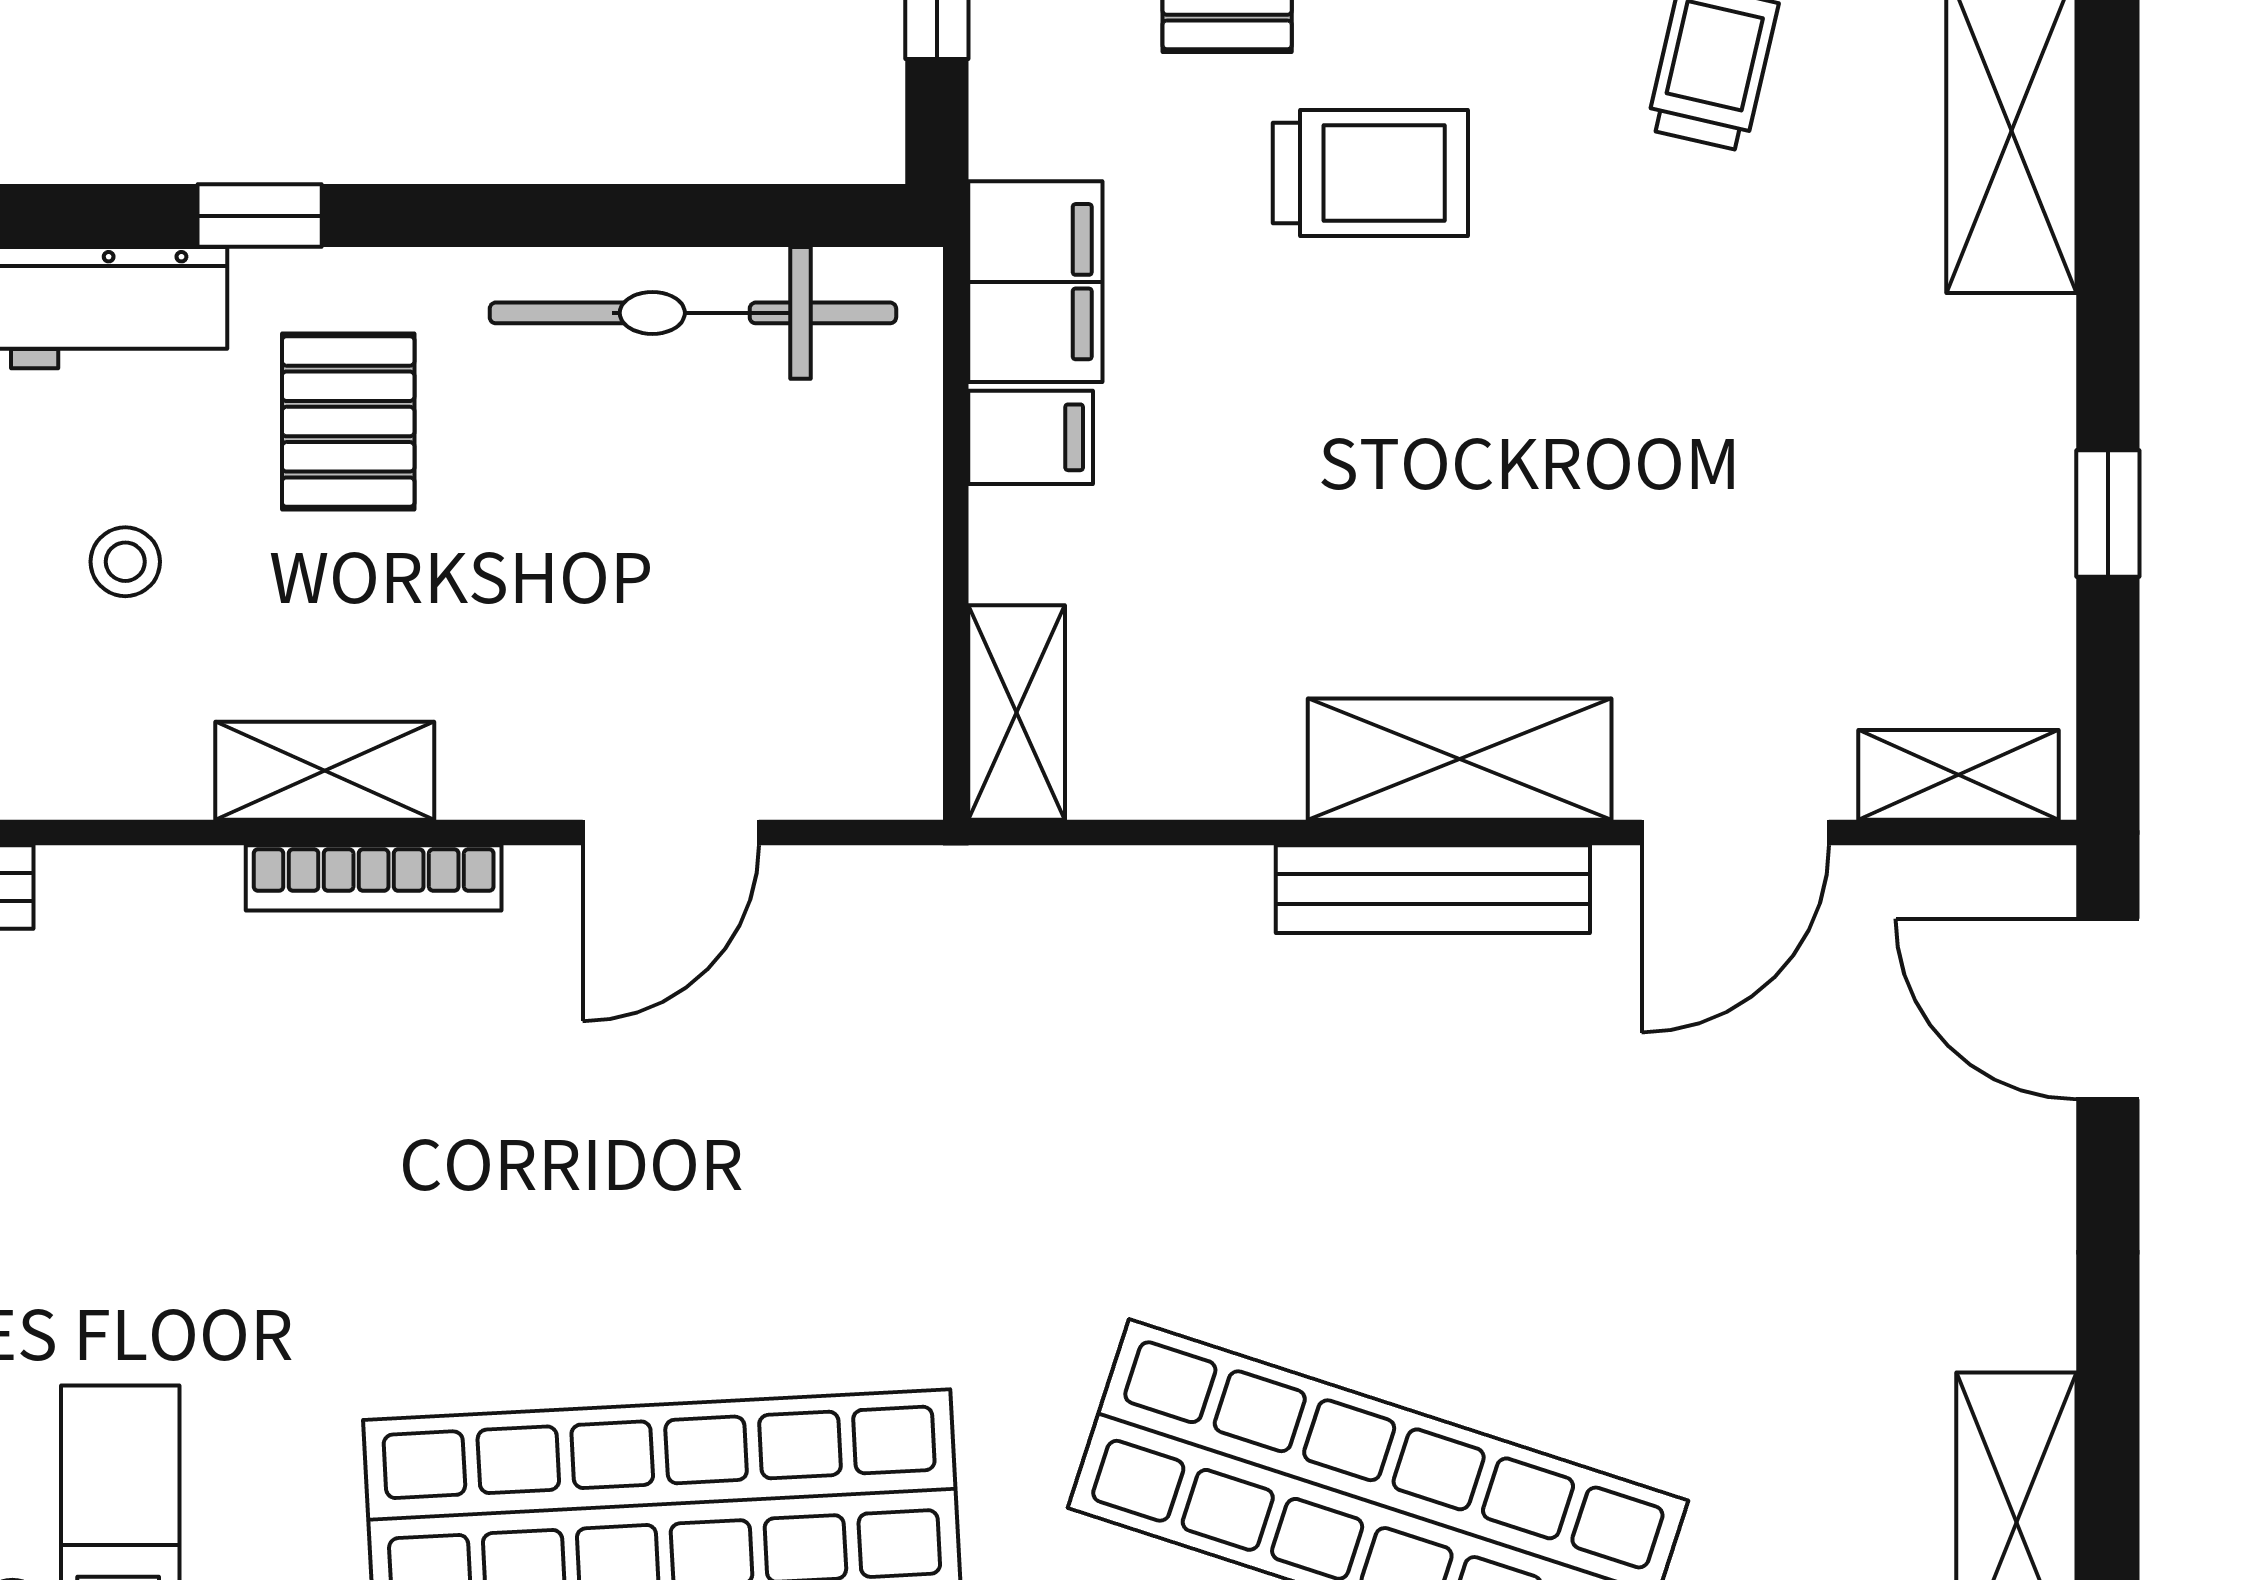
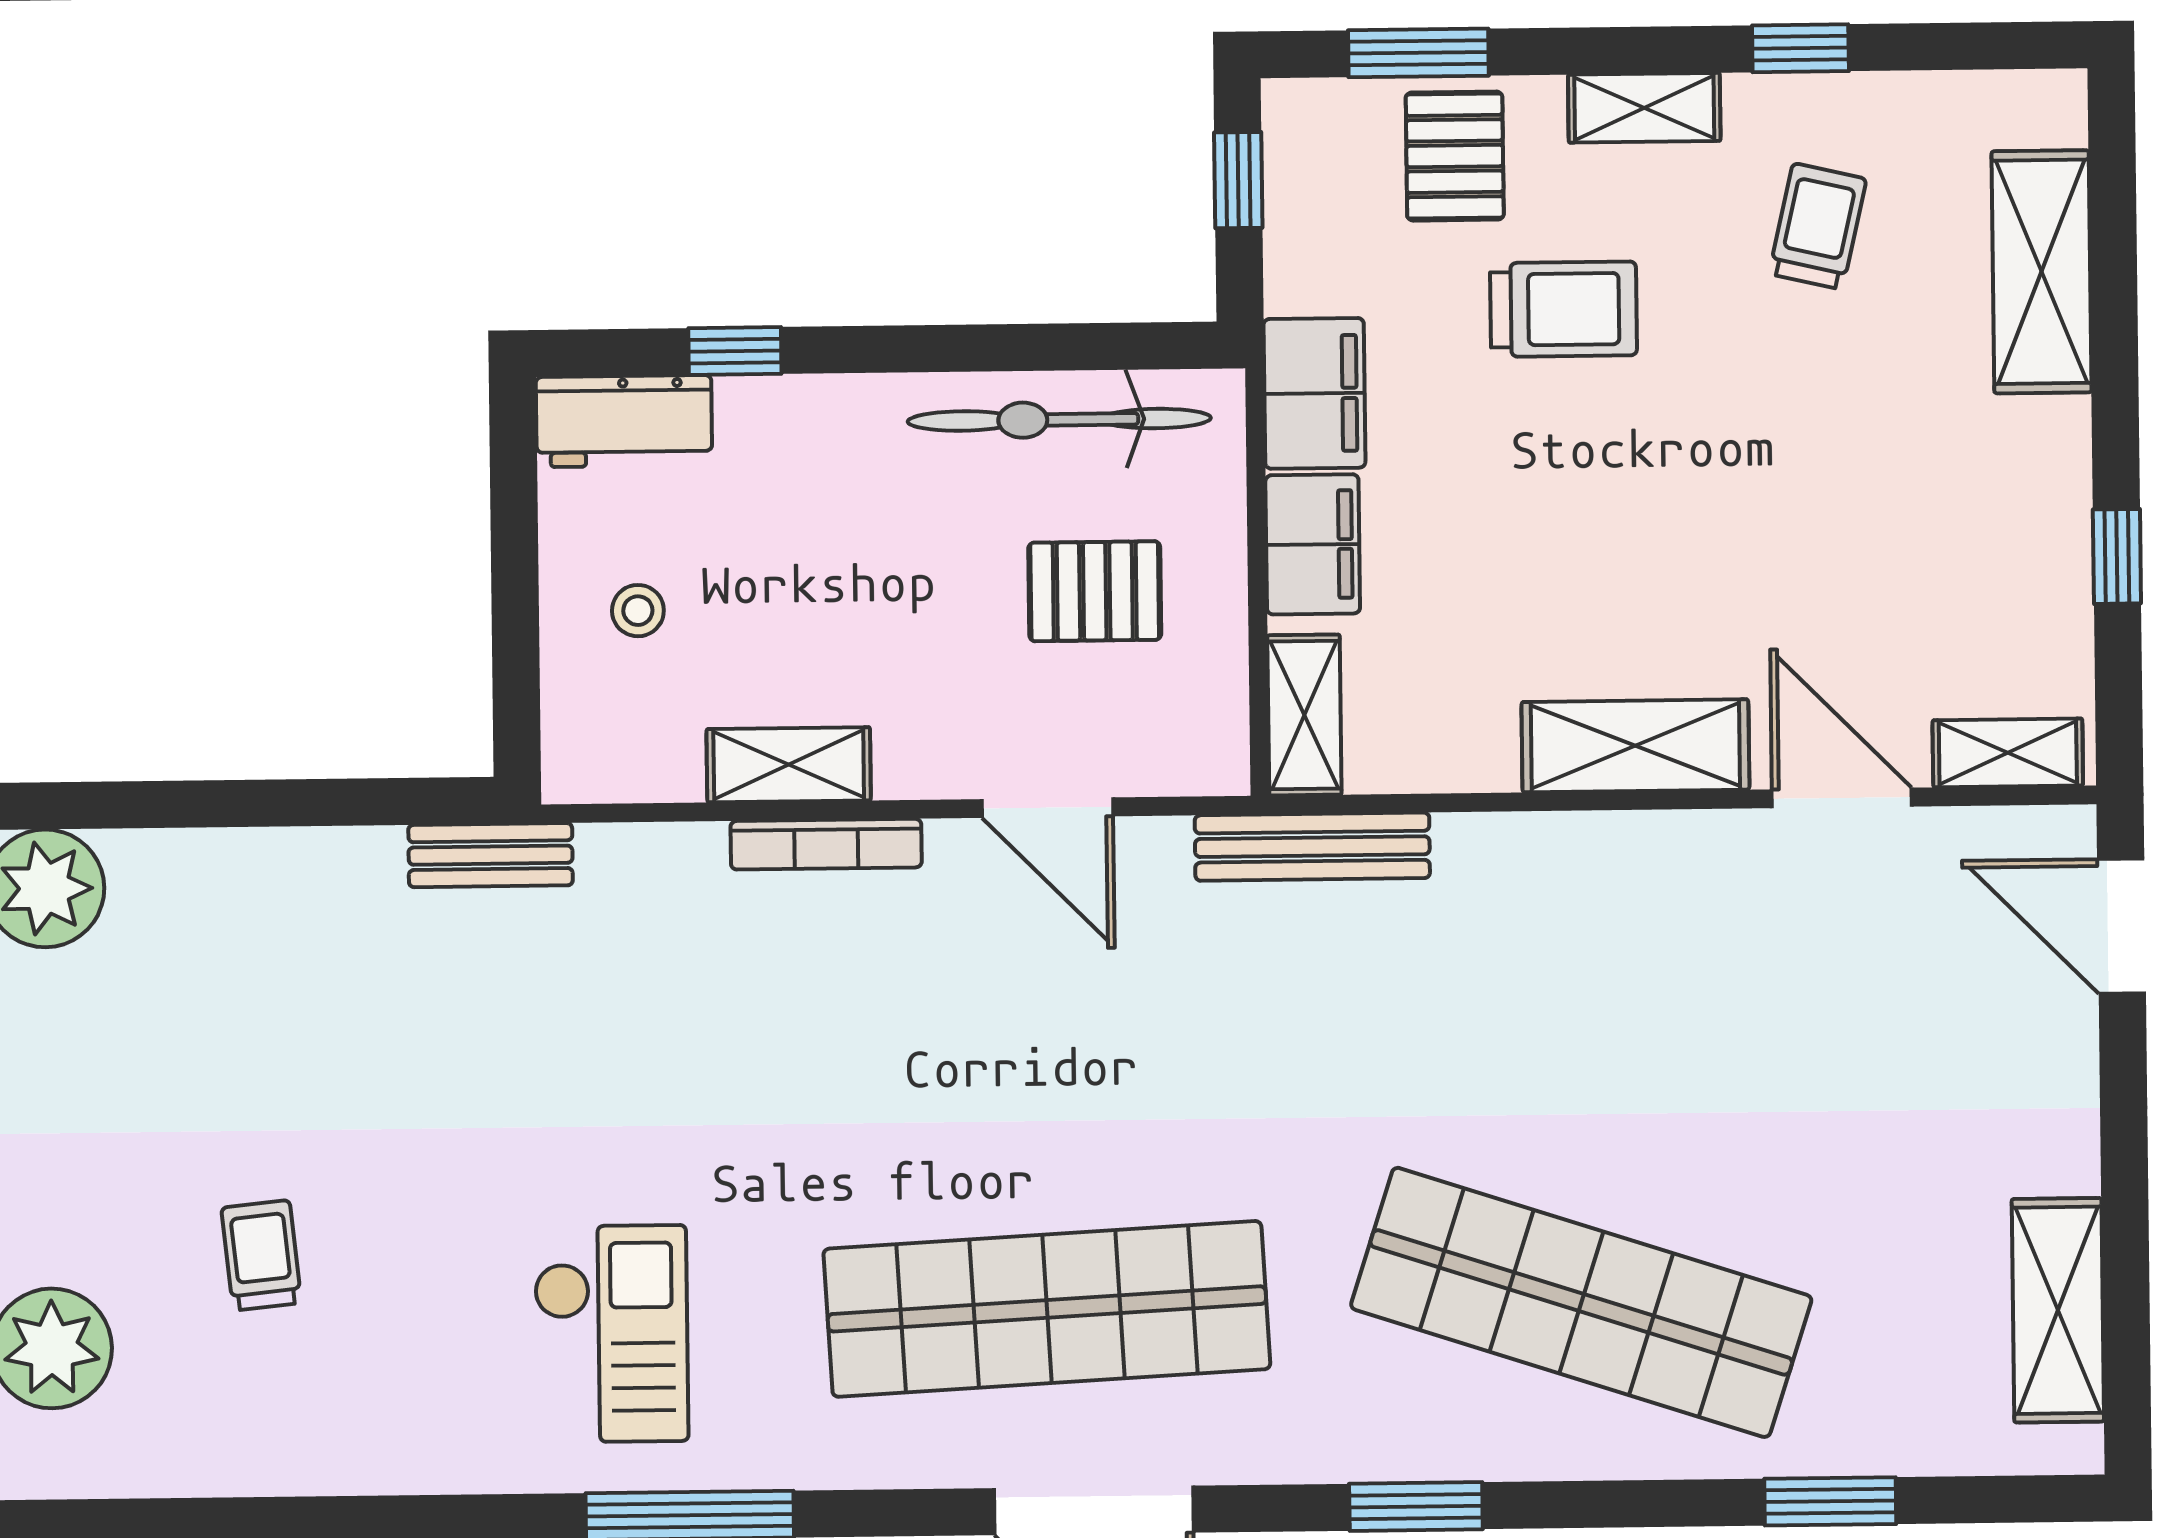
pallet: (348, 422) -> (1095, 591), moved, turned 90
filing cabinet: (1031, 437) -> (1313, 544), width x2.00
door: (671, 833) -> (1047, 808), hinge flipped
door: (1735, 833) -> (1842, 798), swing flipped
bench: (1433, 889) -> (1312, 847), moved

